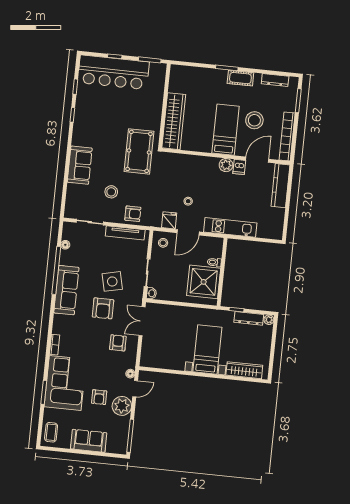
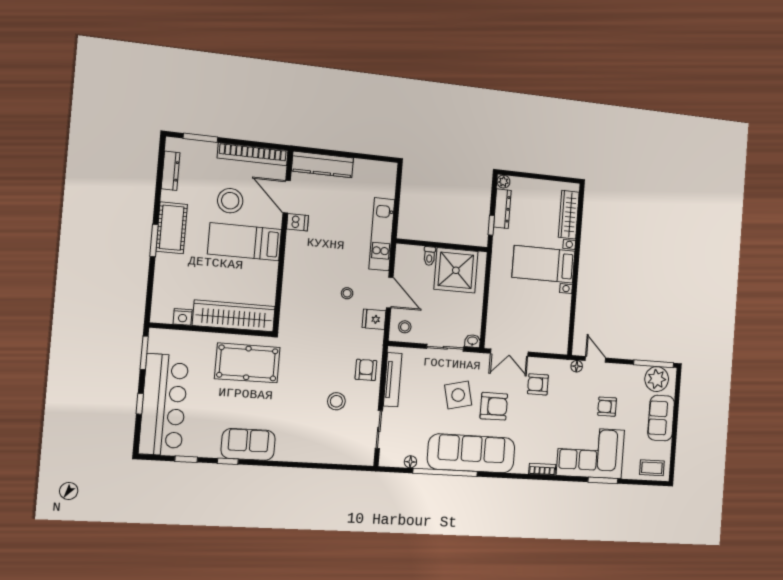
cot: (240, 78) -> (172, 228), width x1.37, depth x1.34
nightstand: (174, 86) -> (183, 317), added
pool table: (139, 151) -> (247, 363), moved
sofa: (80, 165) -> (248, 444), moved
plant: (226, 165) -> (295, 241), removed
sofa: (66, 290) -> (471, 453), width x1.36, depth x1.27
armchair: (99, 397) -> (607, 407), turned 180
plant: (122, 406) -> (657, 379), moved

